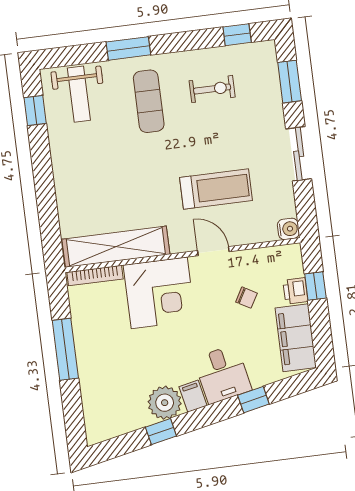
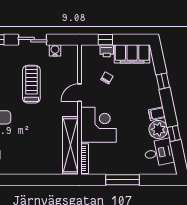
treadmill: (216, 189) -> (31, 84), moved
water cooler: (288, 229) -> (55, 50), moved
desk: (223, 374) -> (159, 153), moved

